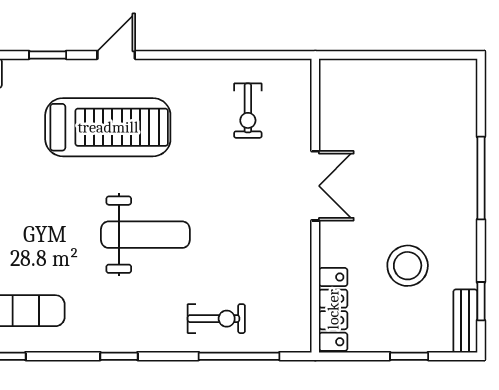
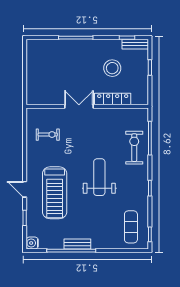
treadmill: (108, 127) -> (55, 193), turned 180
locker: (333, 309) -> (113, 99), moved
exercise bike: (216, 319) -> (134, 148), width x1.38, depth x1.39

